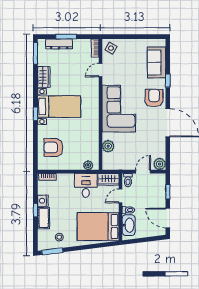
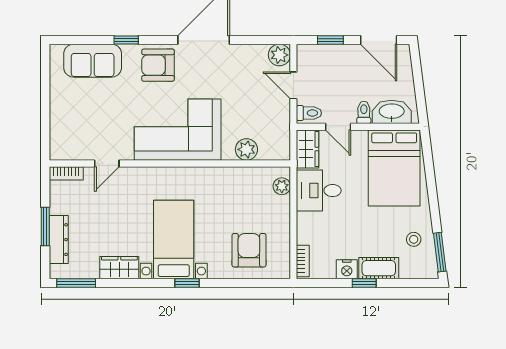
side table: (111, 48) -> (67, 144), removed
door: (100, 70) -> (107, 164), hinge flipped
armchair: (53, 147) -> (249, 250), turned 180
door: (168, 218) -> (379, 40), hinge flipped

